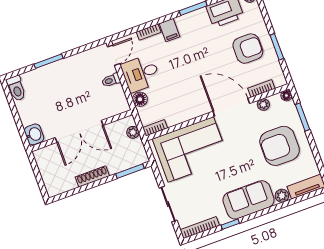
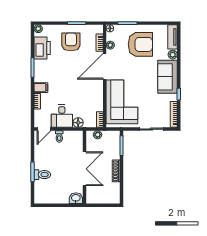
door: (114, 55) -> (44, 129), swing flipped
toilet: (16, 88) -> (42, 175), moved
armchair: (280, 146) -> (140, 44), turned -90

